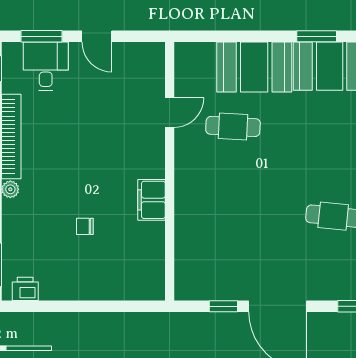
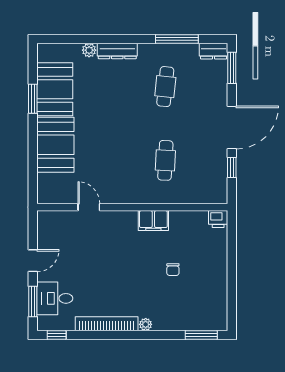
cafe table: (233, 126) -> (165, 160), moved
printer: (25, 289) -> (218, 219), moved, turned -90

